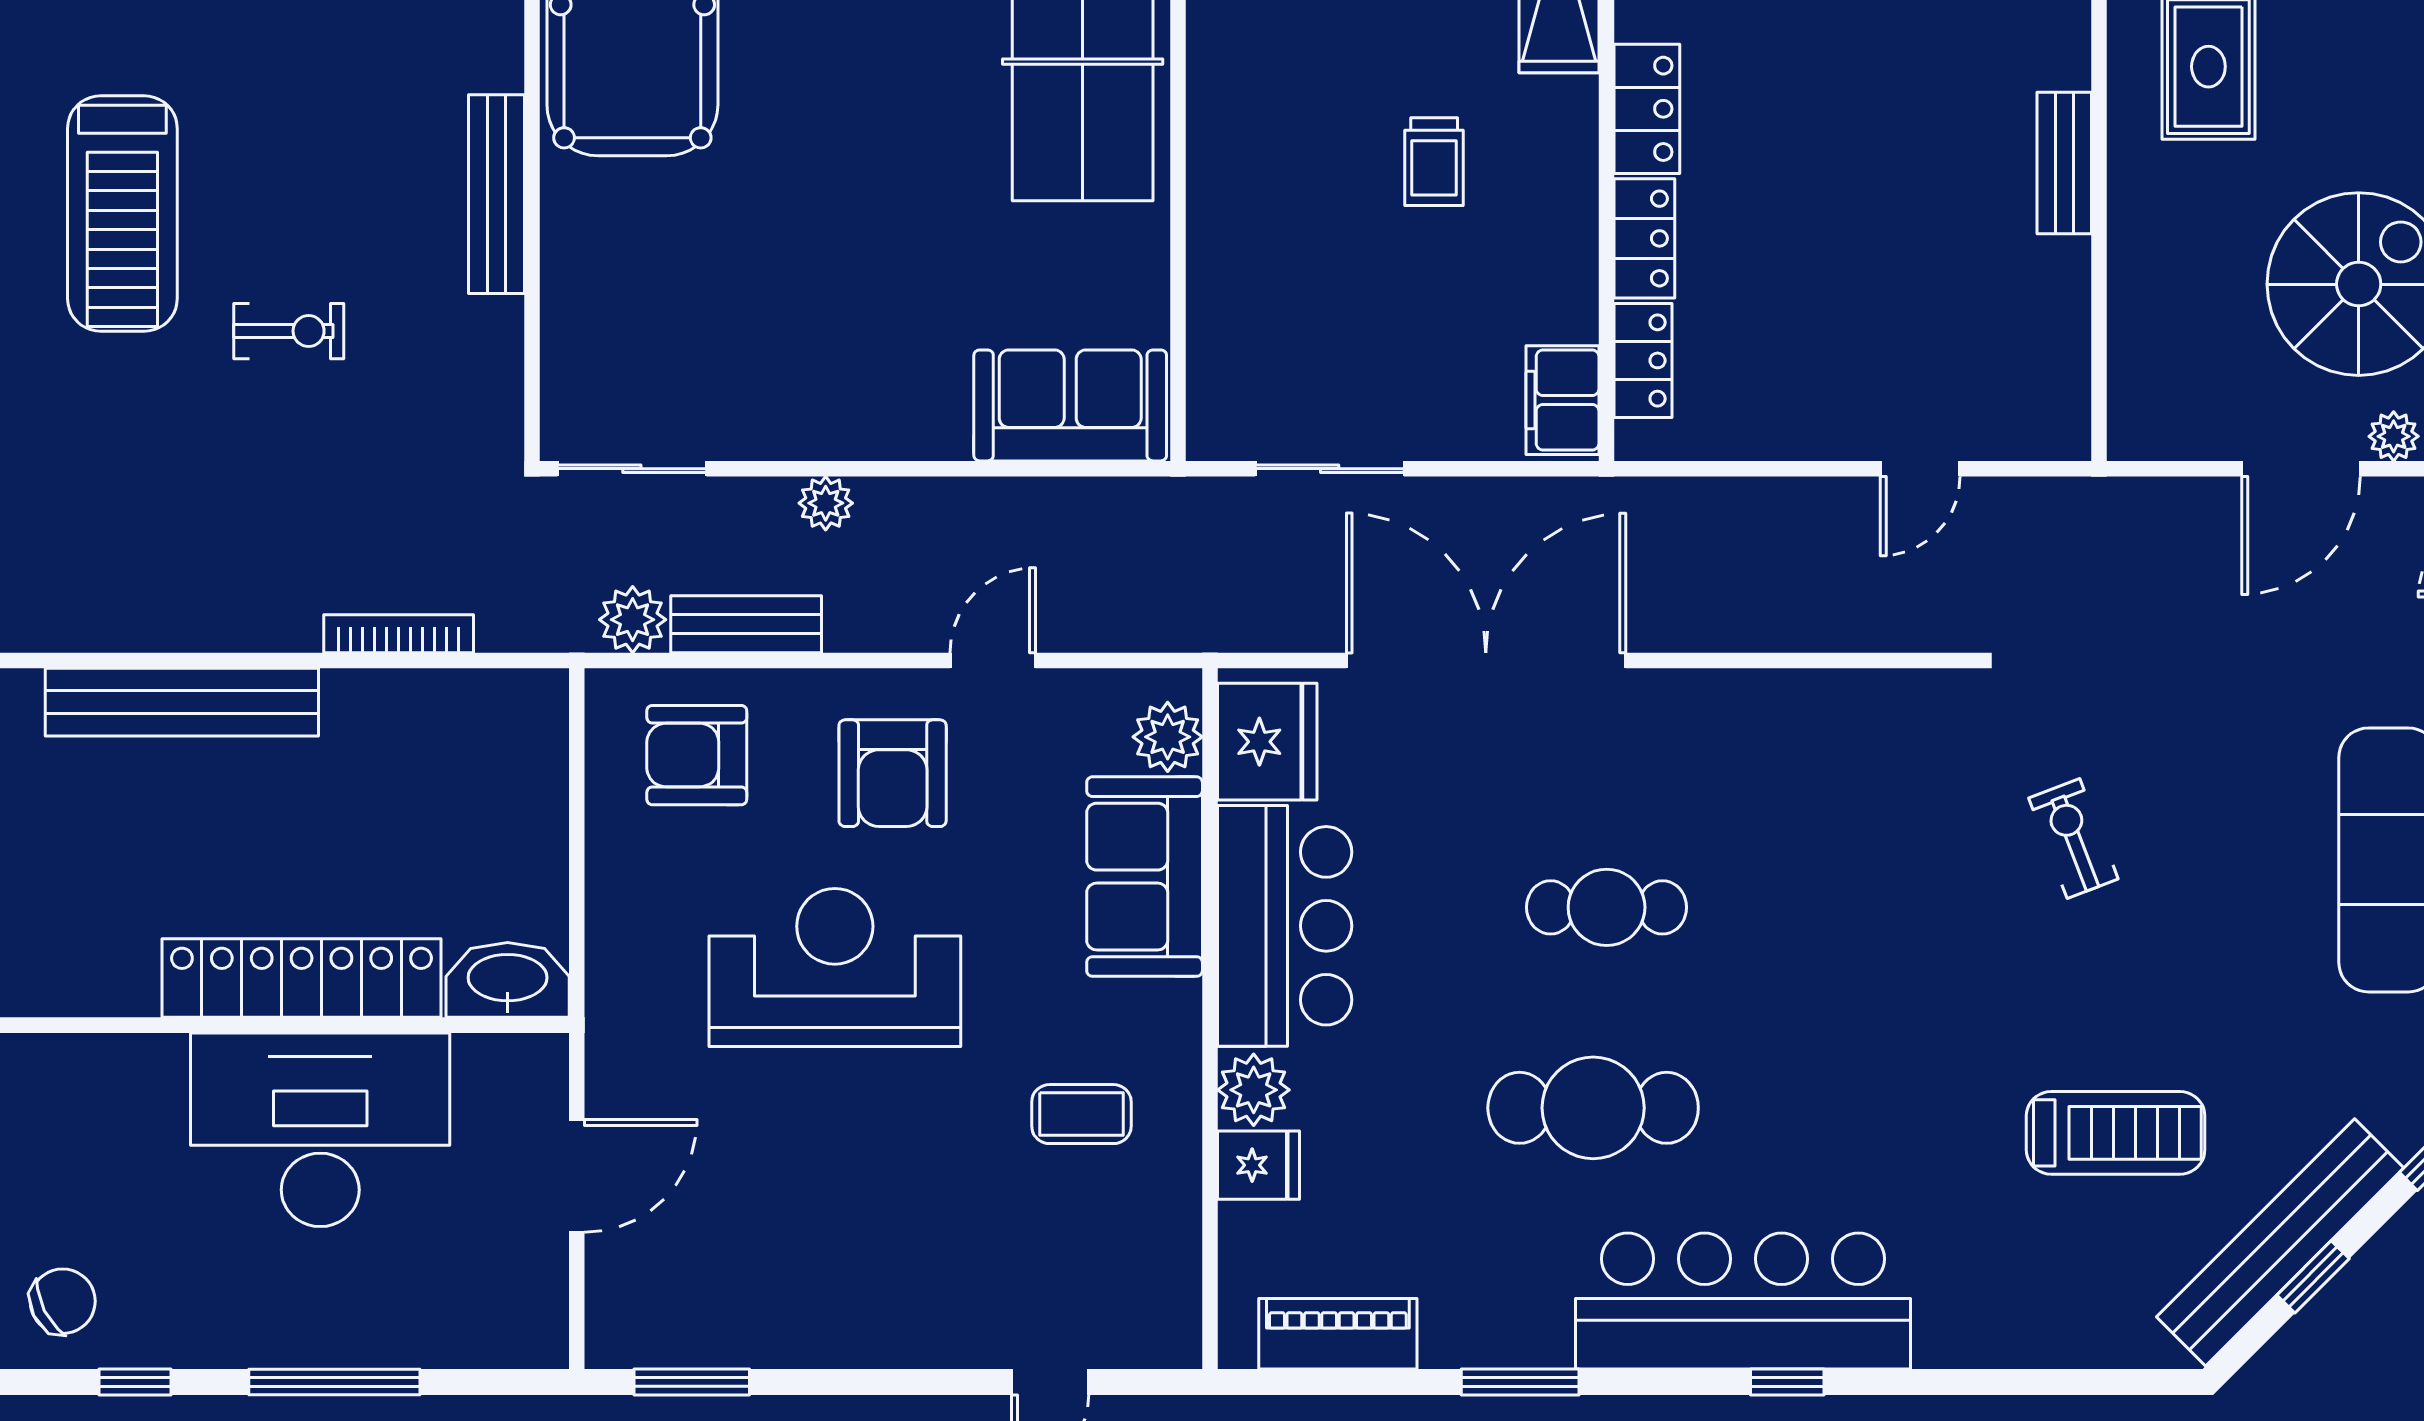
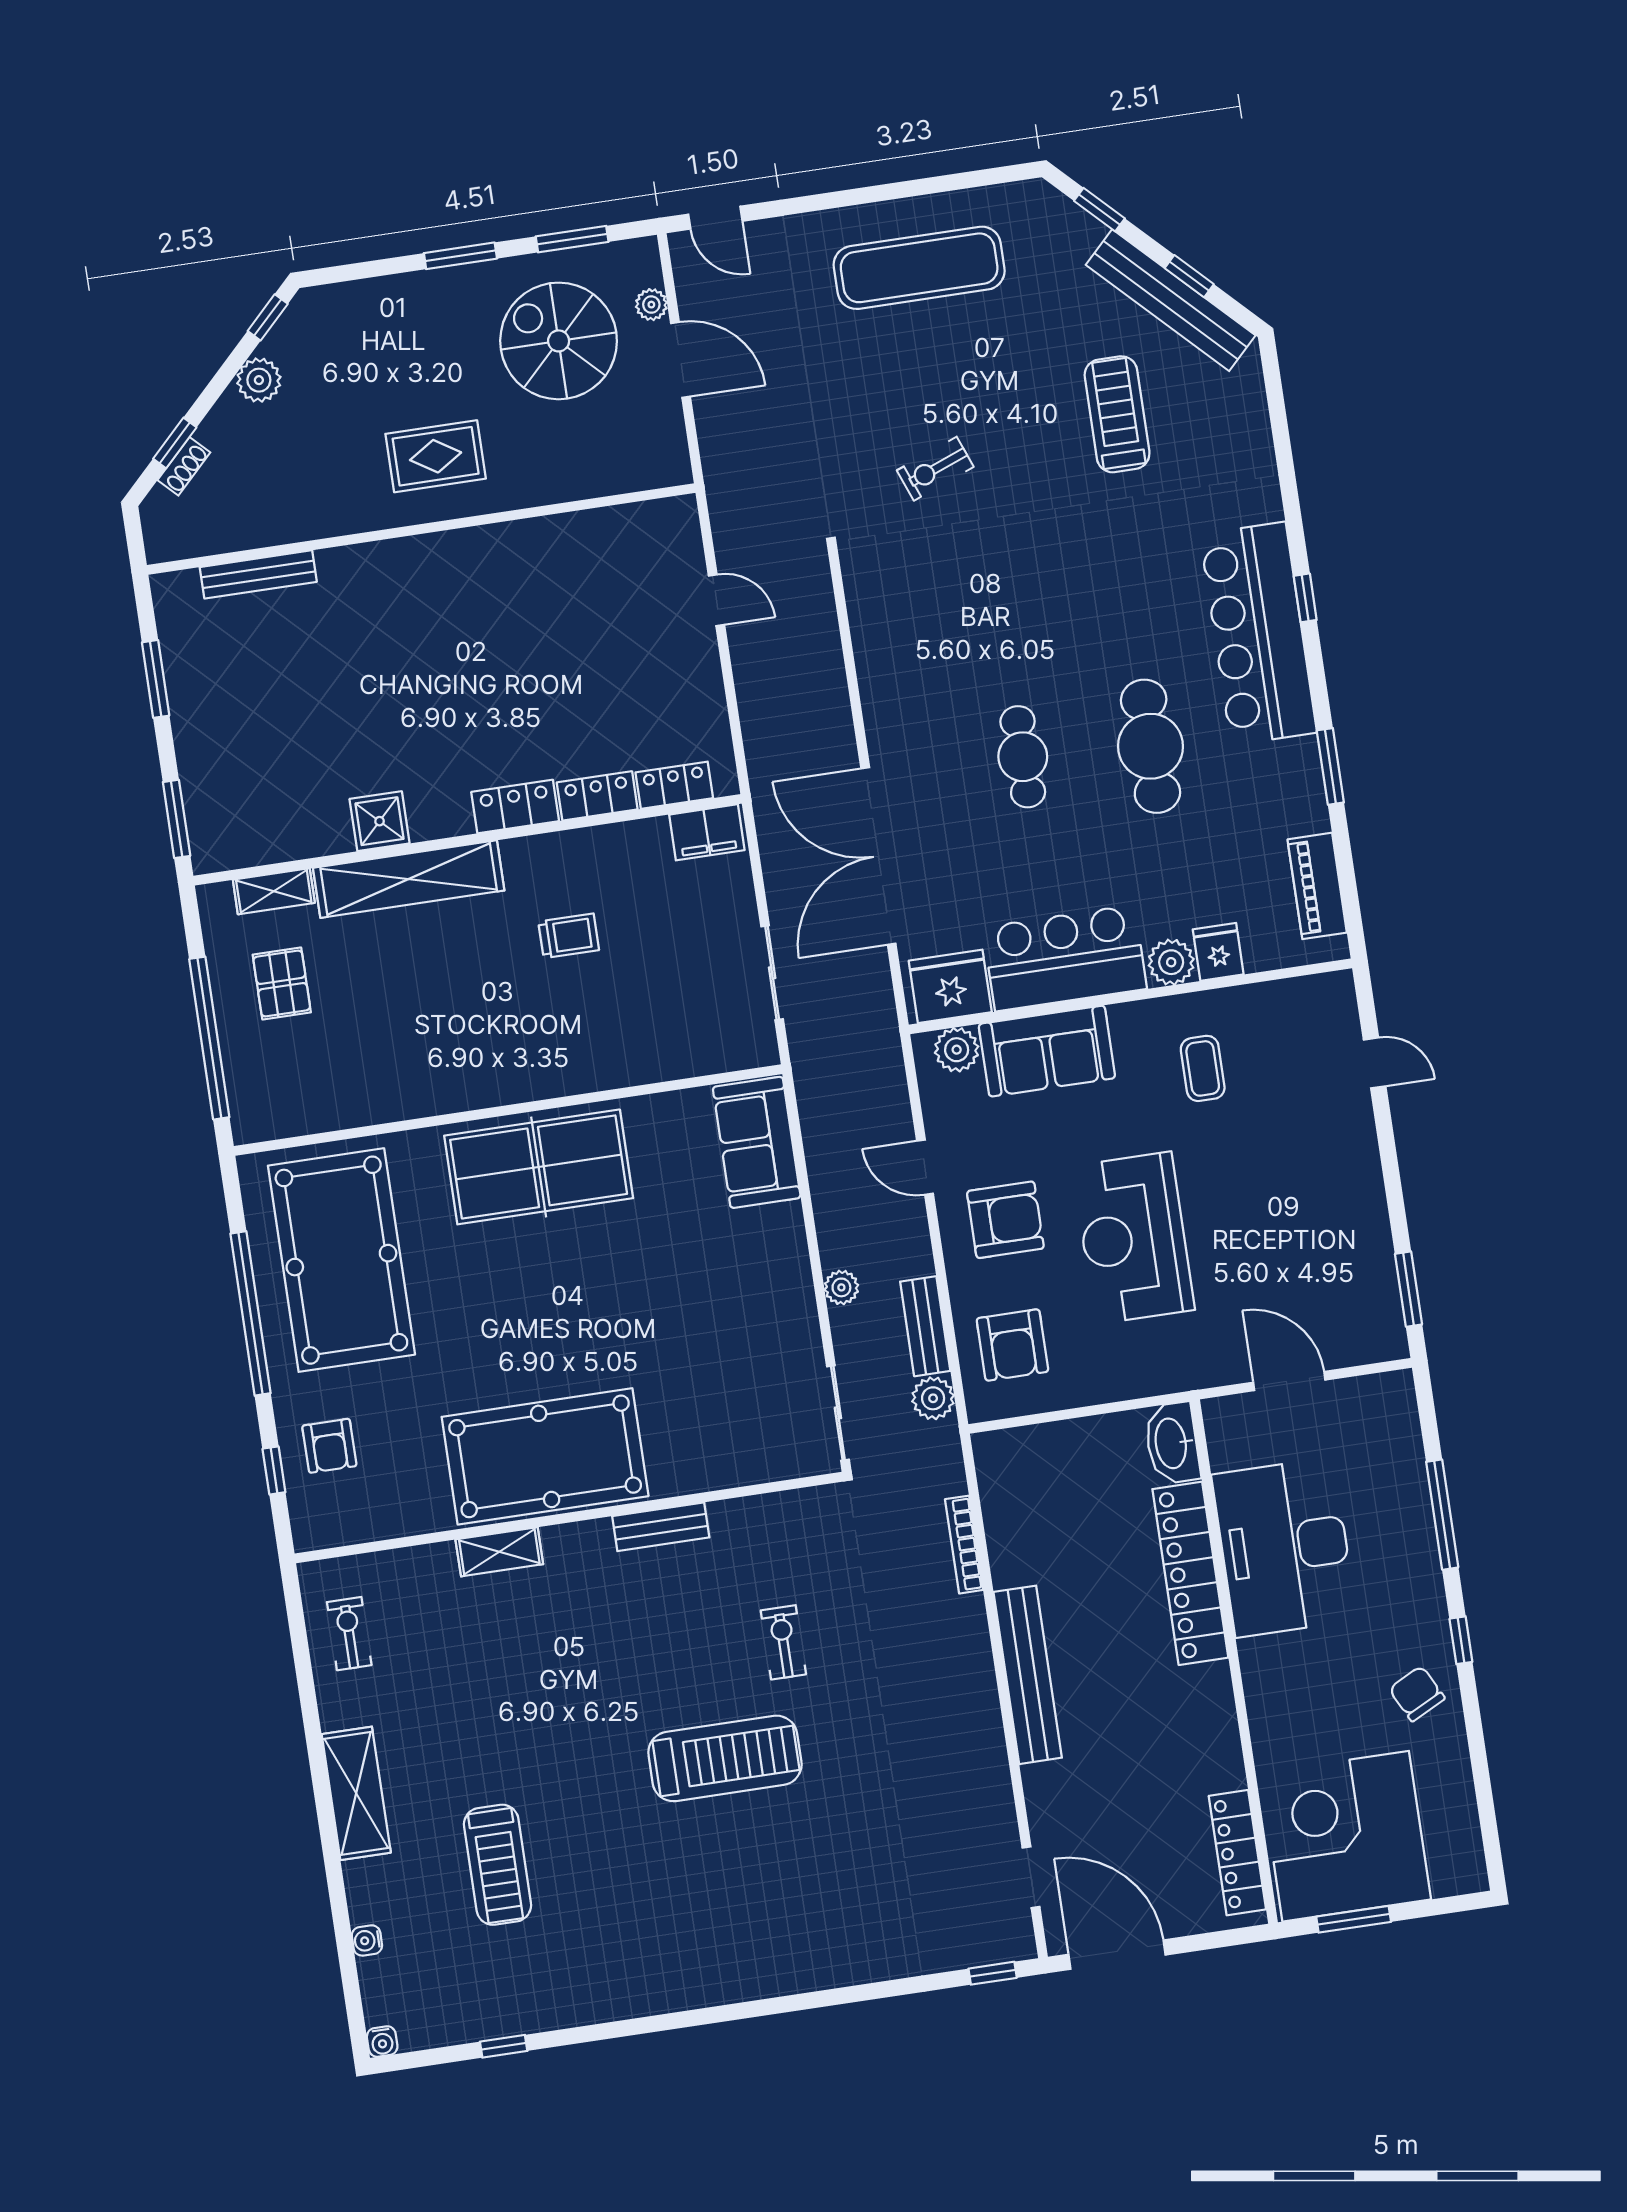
bench: (2064, 163) -> (510, 538), removed
bench: (496, 194) -> (661, 1527), width x0.73

